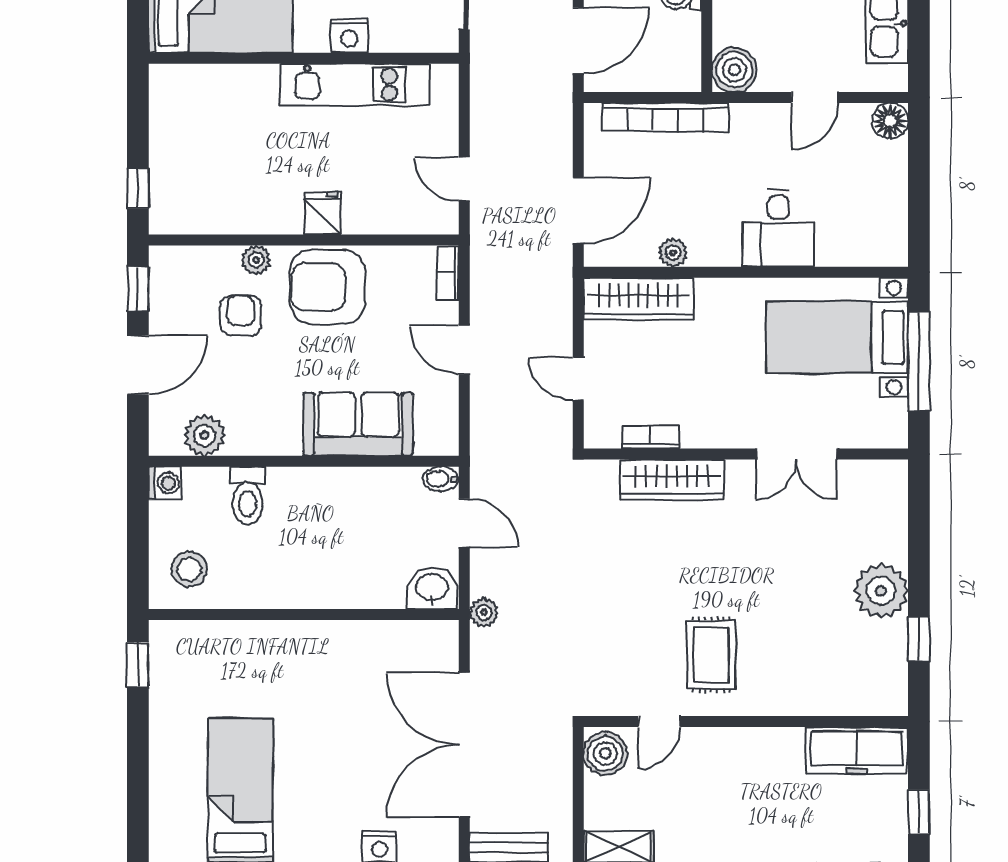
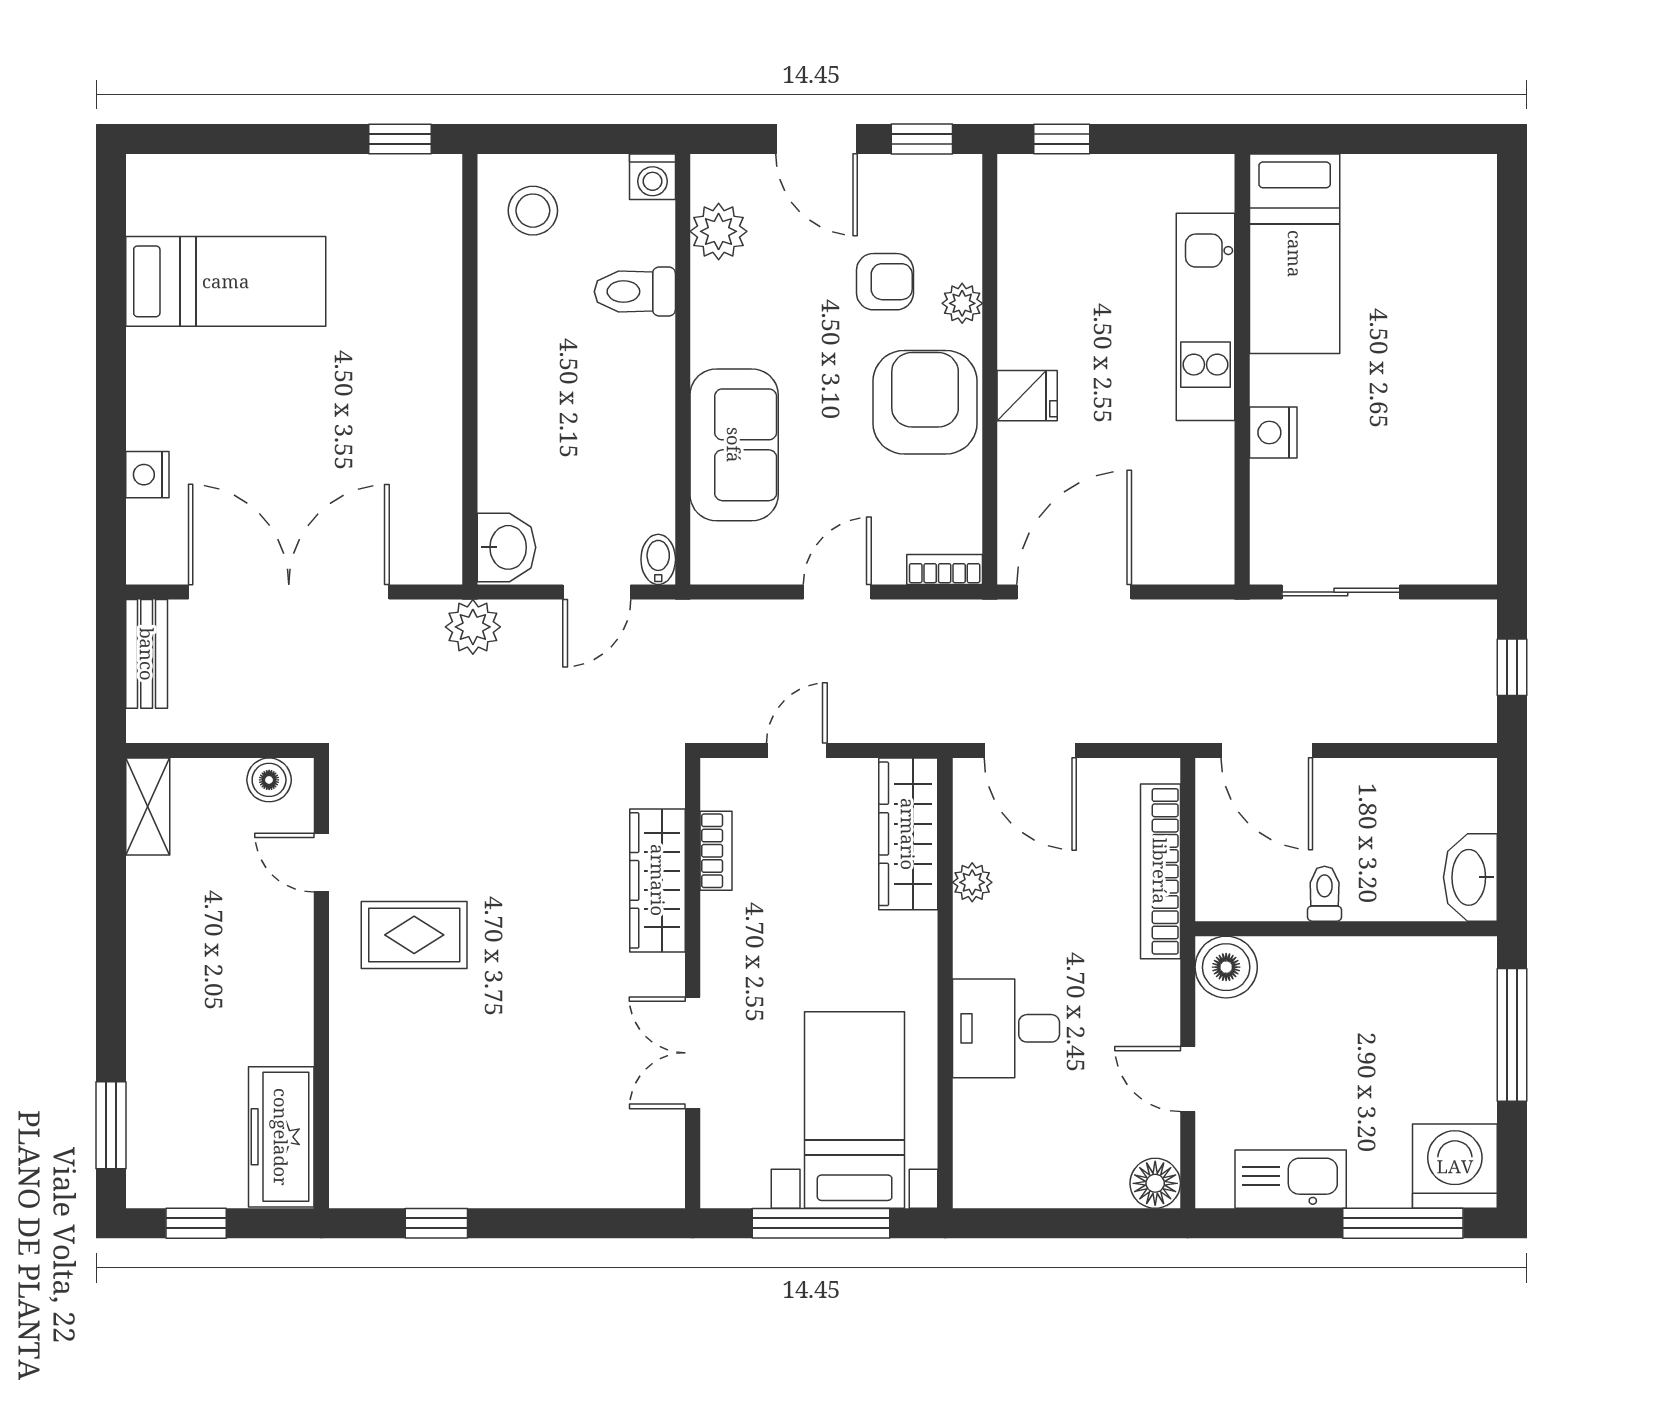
kitchen unit: (355, 85) -> (1206, 317), moved
door: (464, 179) -> (1074, 592), width x1.87
plant: (881, 591) -> (503, 1171), removed
plant: (484, 612) -> (473, 627), width x1.38, depth x1.38
boiler: (605, 753) -> (269, 780), width x0.73, depth x0.73

